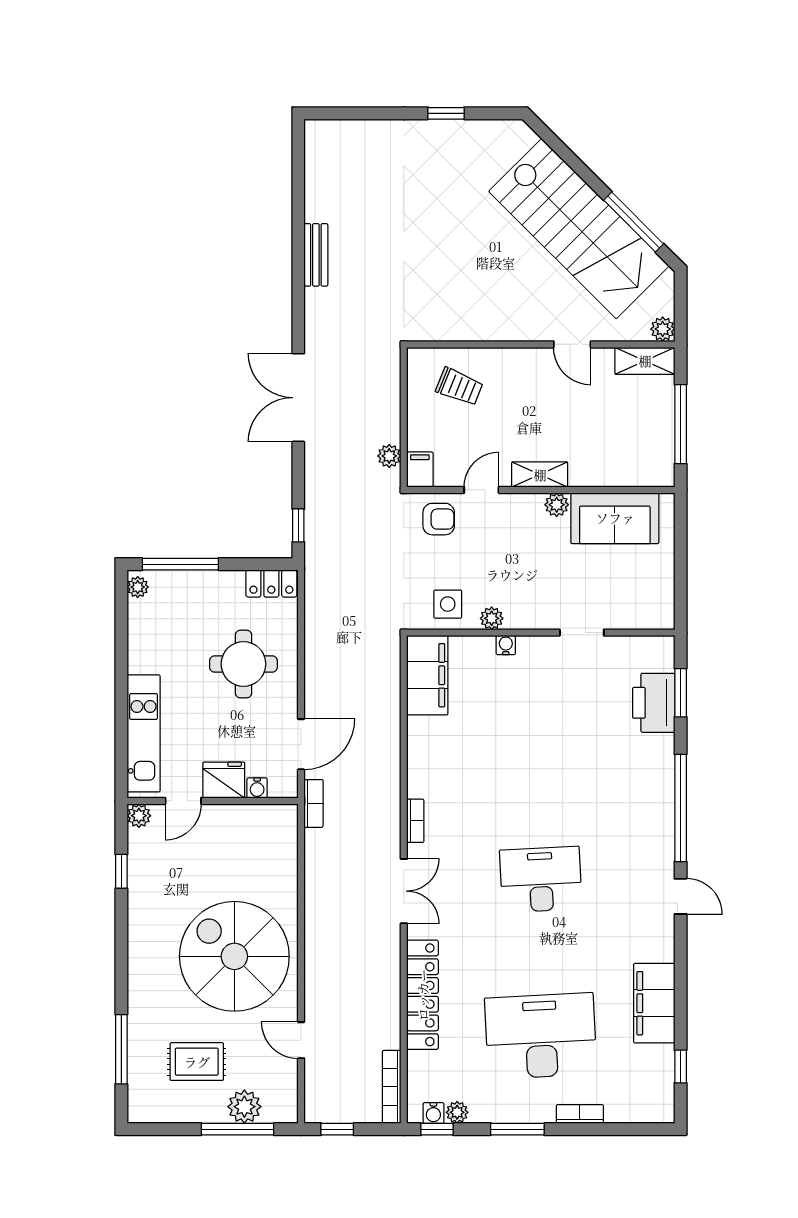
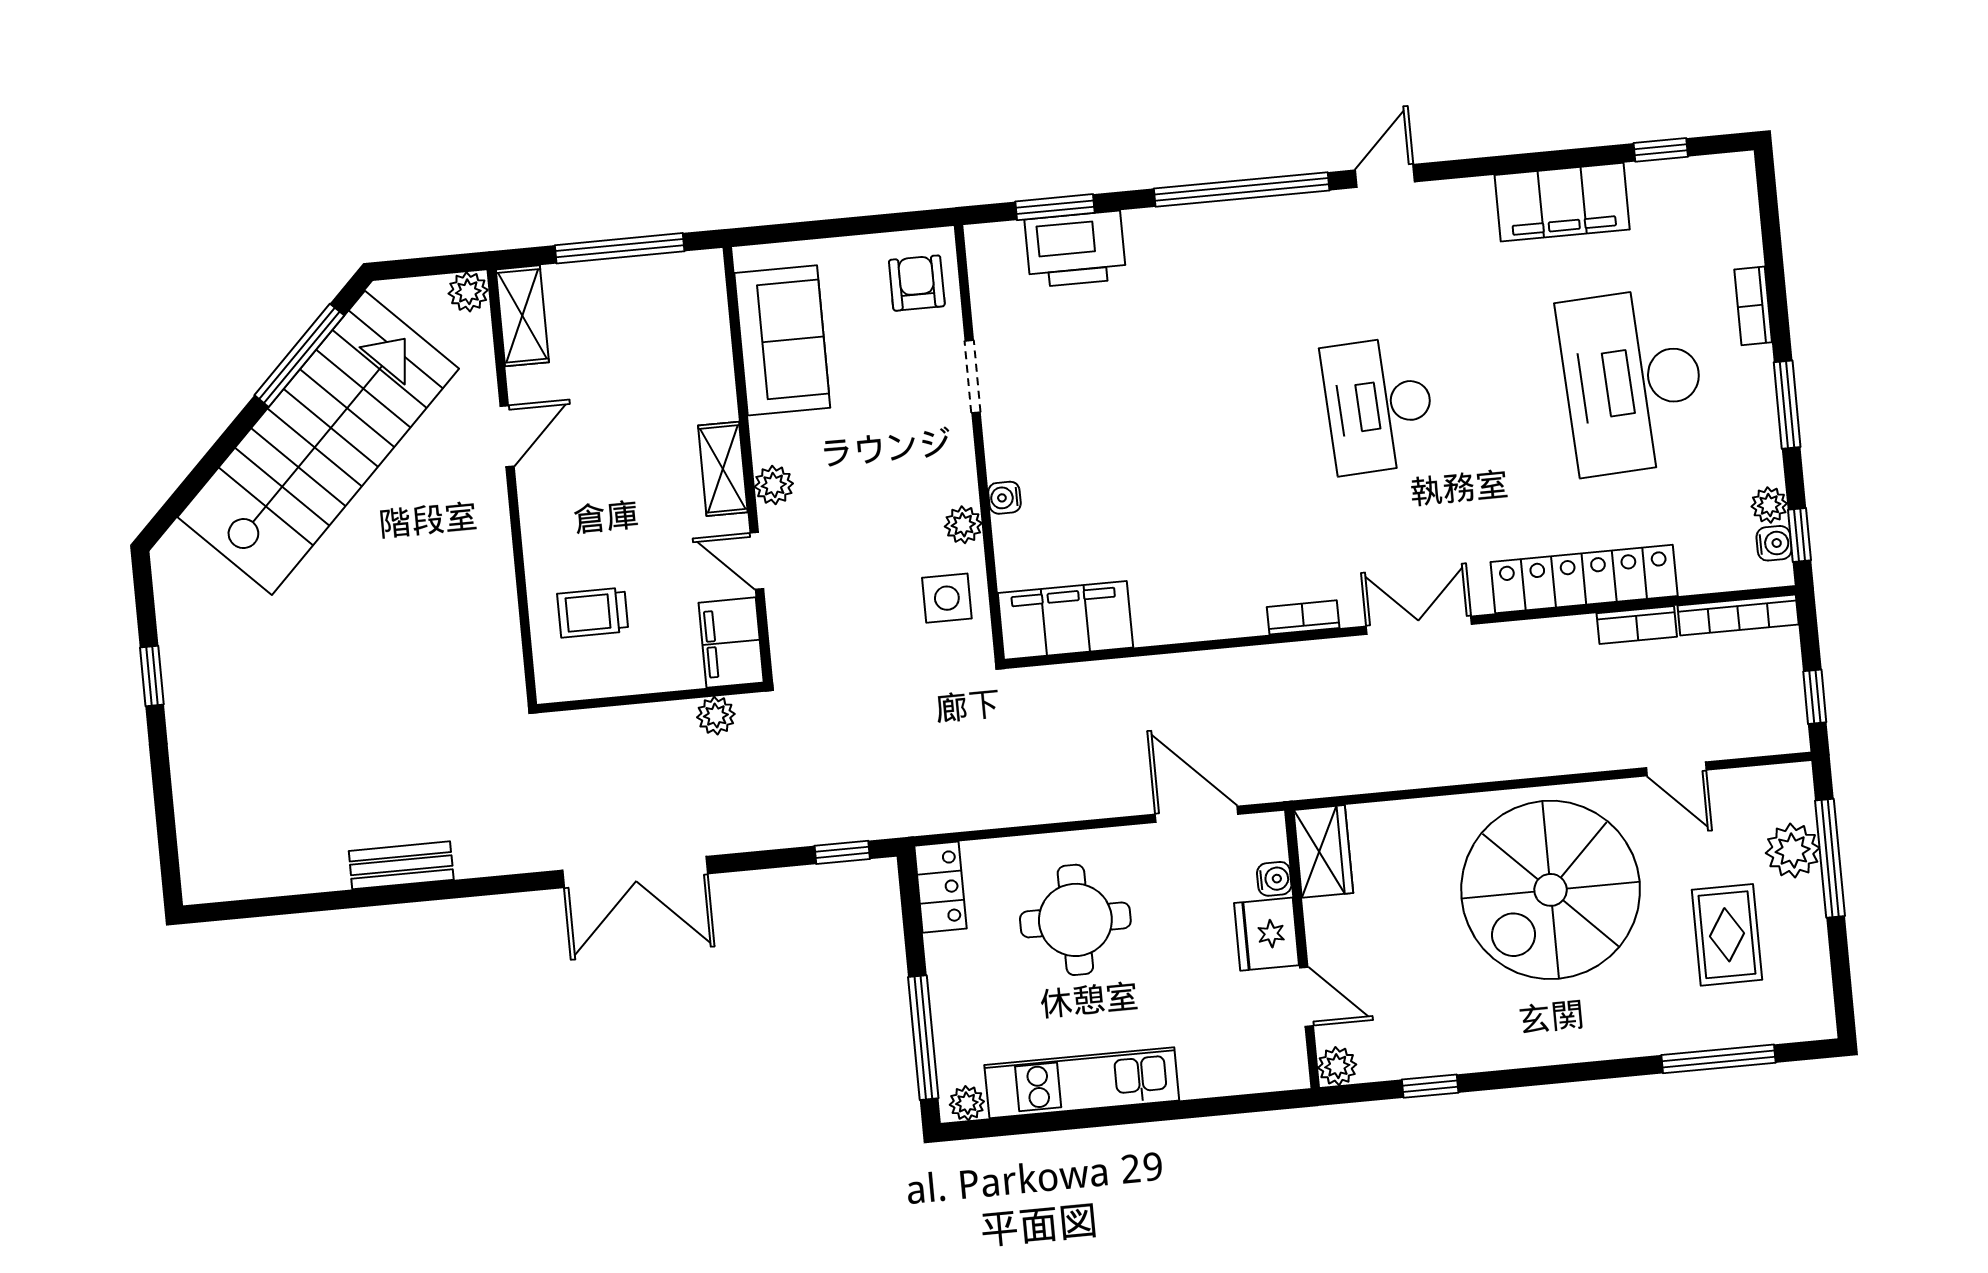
trolley: (459, 387) -> (593, 613), turned -112
filing cabinet: (420, 470) -> (731, 643), width x2.00
plant: (557, 505) -> (774, 485), moved
armchair: (439, 519) -> (917, 283), moved
kitchen unit: (144, 733) -> (1082, 1083), moved
bookcase: (313, 803) -> (1637, 625), moved, turned 180
wardrobe: (271, 820) -> (1323, 851), added
door: (301, 1040) -> (1676, 769), hinge flipped

